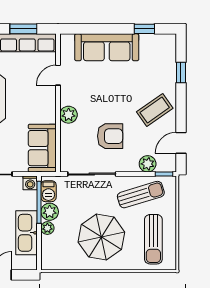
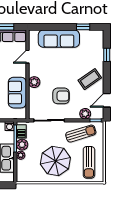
sofa: (42, 148) -> (17, 93), moved

